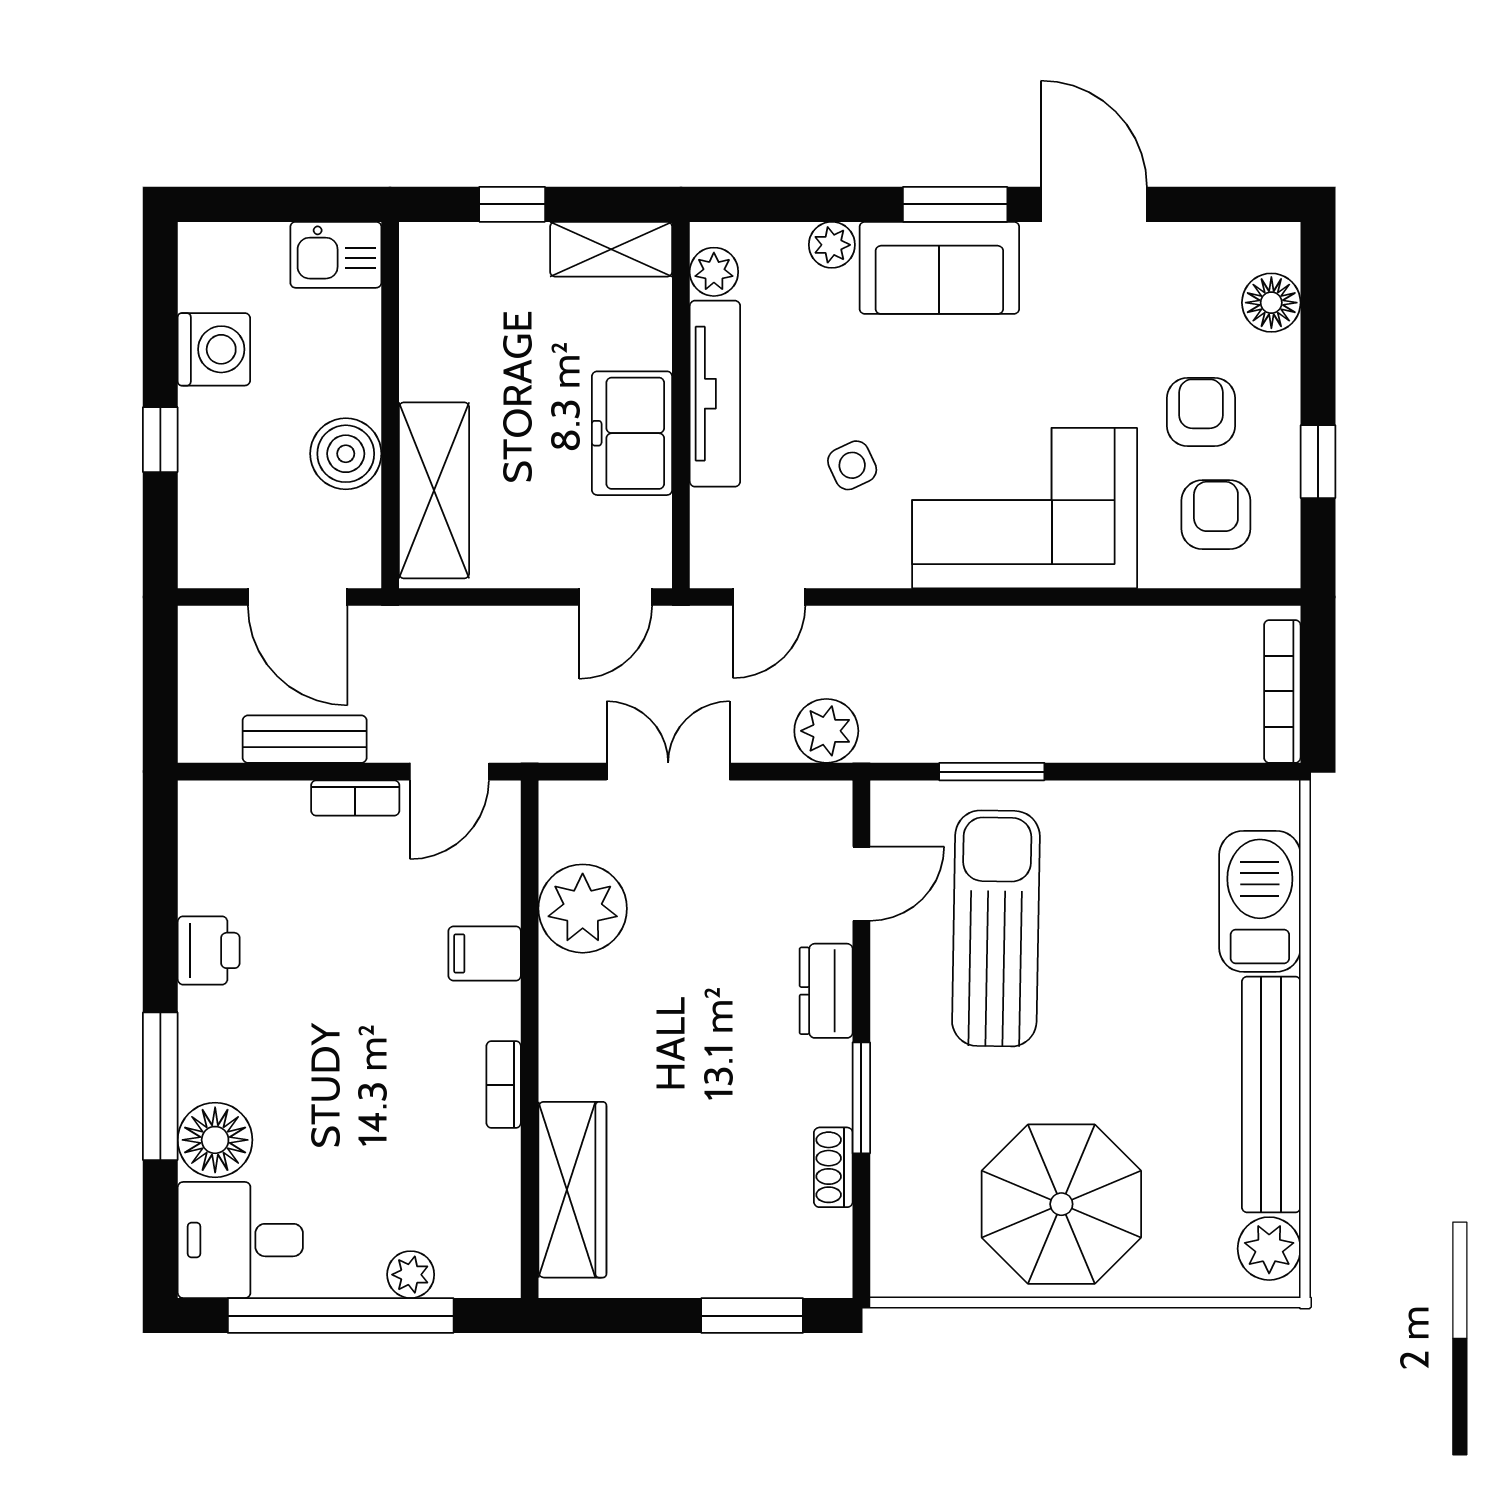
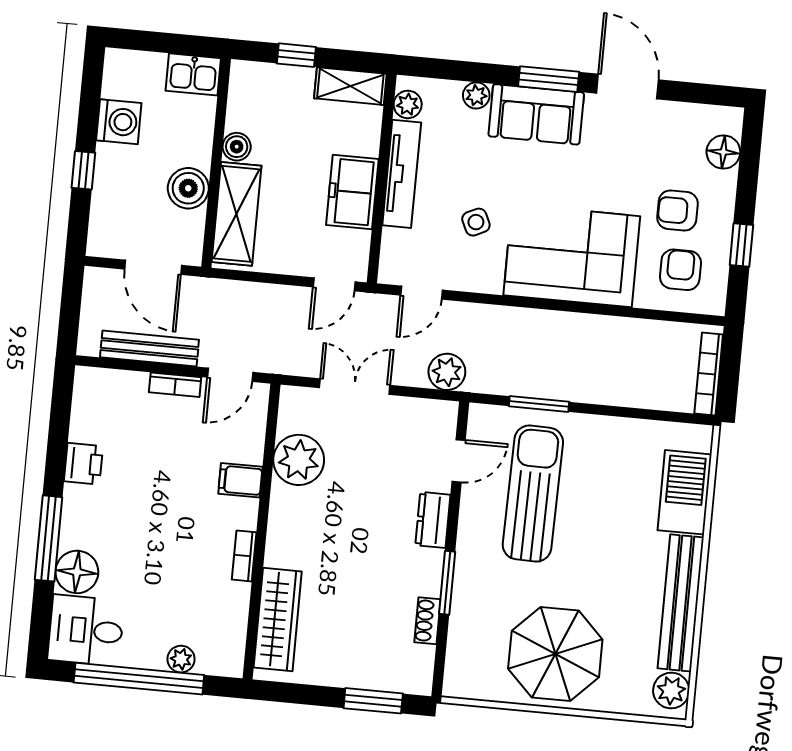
boiler: (423, 373) -> (237, 147), added
armchair: (1201, 412) -> (677, 210), turned -90
bench: (305, 739) -> (149, 349), width x1.36

